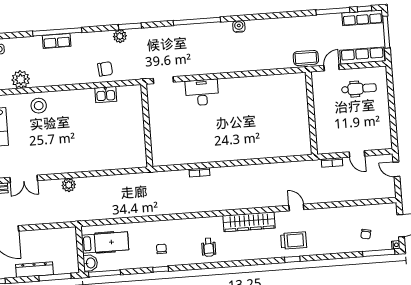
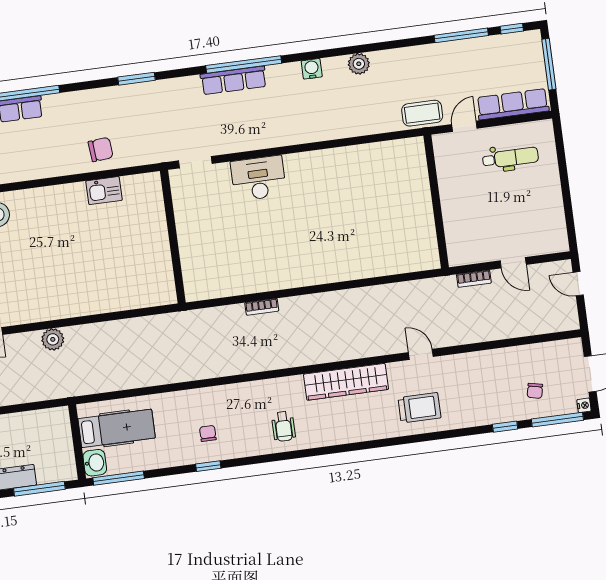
row of seats: (362, 18) -> (233, 80), moved
plant: (120, 36) -> (359, 64), moved
window: (292, 259) -> (505, 427), moved

